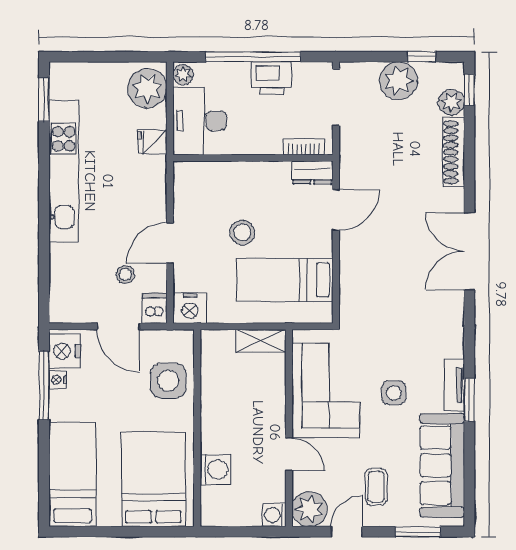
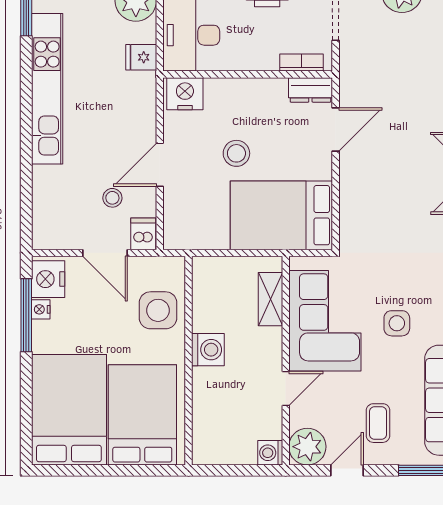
bed: (285, 280) -> (281, 215), width x1.50
nightstand: (190, 308) -> (185, 94), moved, turned 180
shelving: (261, 341) -> (271, 299), moved, turned 90
door: (289, 454) -> (286, 388), hinge flipped
washing machine: (215, 470) -> (208, 350), moved
bed: (72, 474) -> (69, 410), width x1.50

